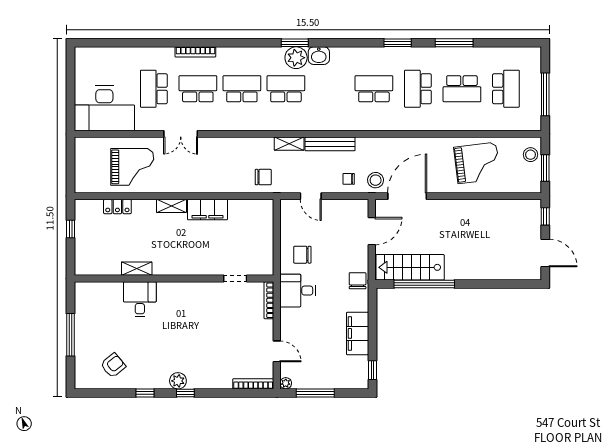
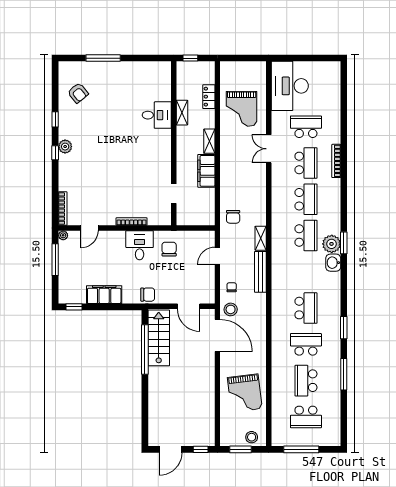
shelving: (137, 269) -> (182, 113), moved
wall: (174, 279) -> (174, 143), moved
doorway: (235, 279) -> (174, 194), moved
desk: (140, 299) -> (157, 115), moved

